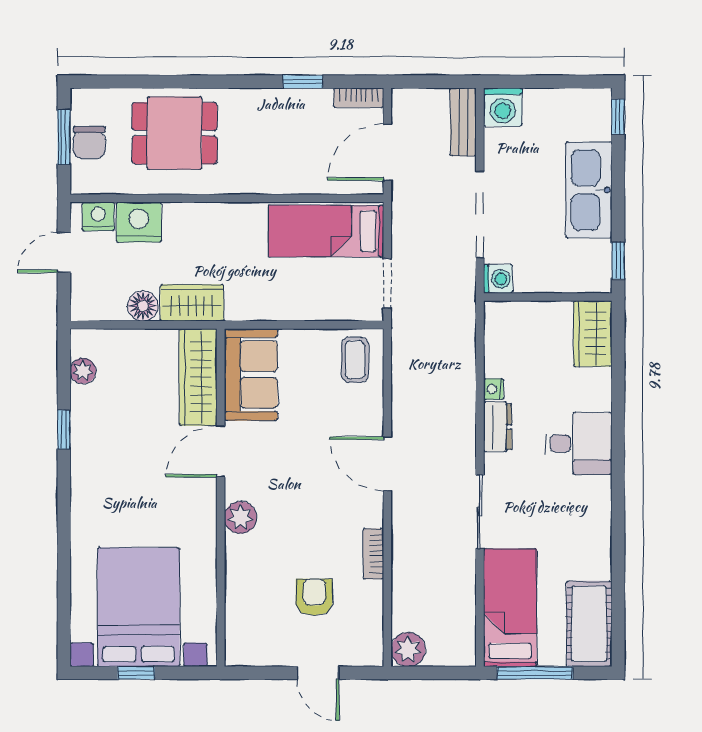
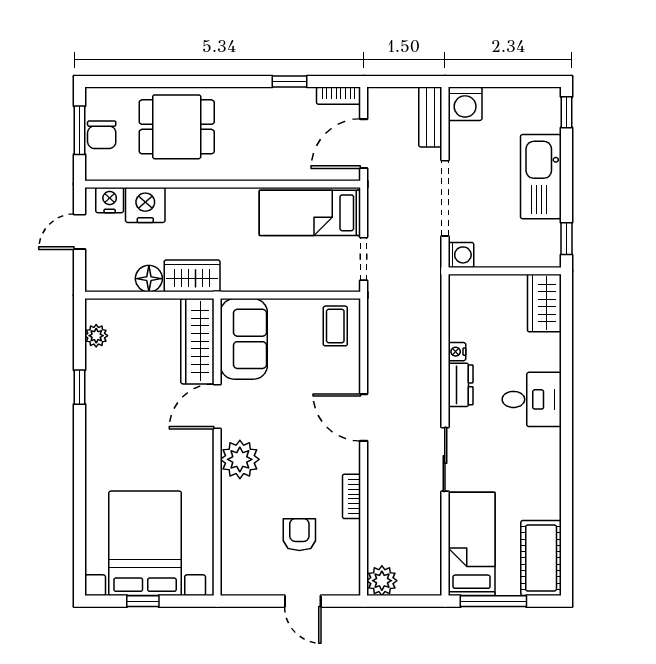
plant: (240, 518) -> (240, 459), width x1.36, depth x1.36

